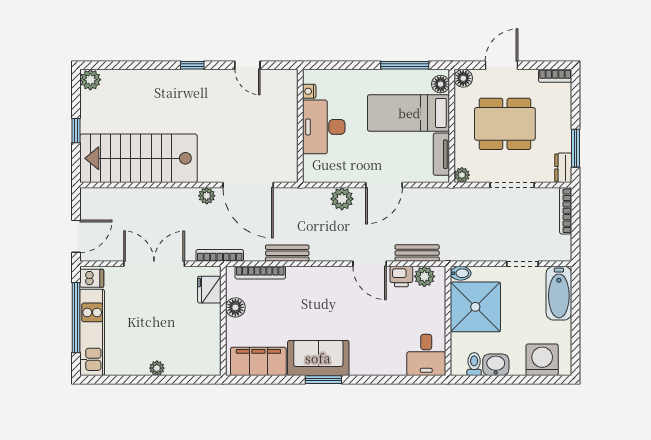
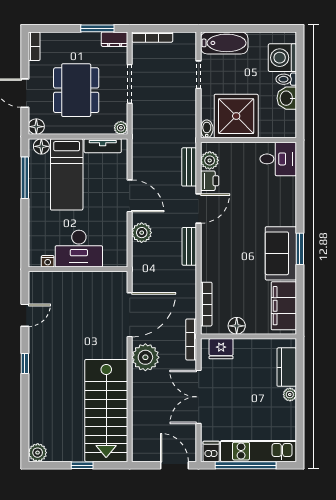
plant: (207, 196) -> (145, 357), width x1.87, depth x1.87
bench: (287, 253) -> (189, 246), moved
toilet: (474, 364) -> (286, 79), moved
kitchen counter: (188, 365) -> (287, 367), added

